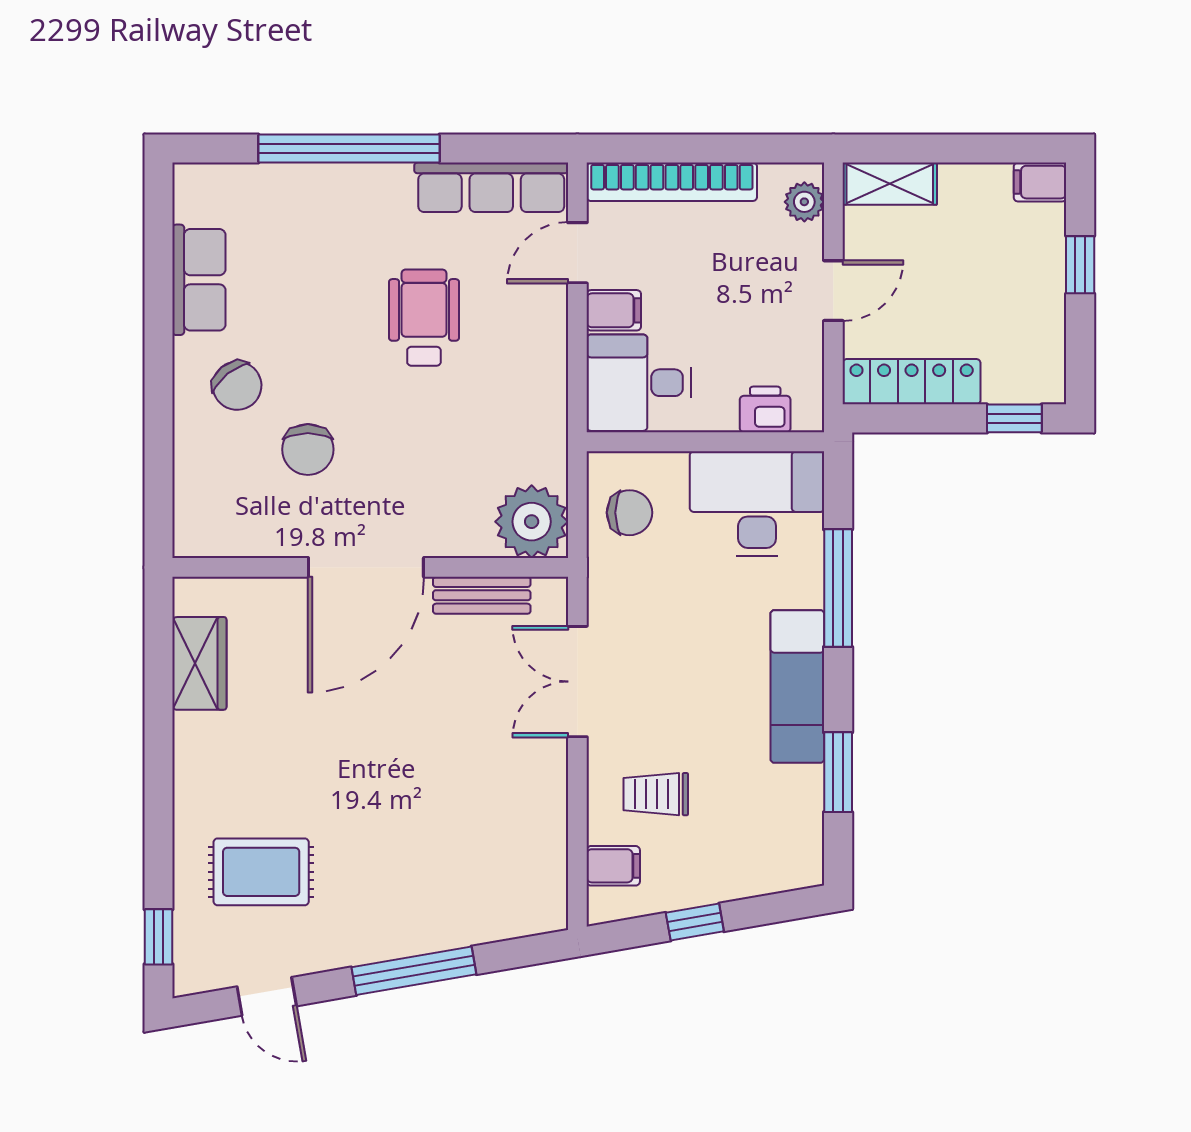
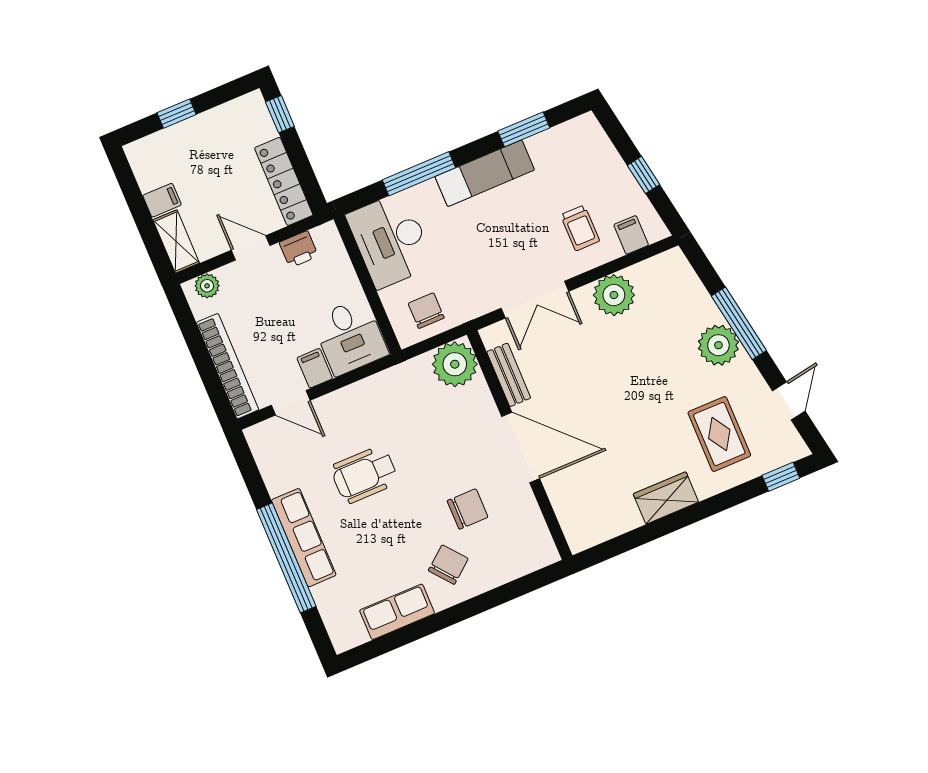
filing cabinet: (1040, 182) -> (162, 200), moved, turned -90
row of seats: (491, 187) -> (304, 538), moved
printer: (765, 409) -> (299, 249), moved, turned -90
wardrobe: (199, 663) -> (666, 498), moved
plant: (535, 802) -> (614, 295), added
plant: (394, 926) -> (718, 345), added

